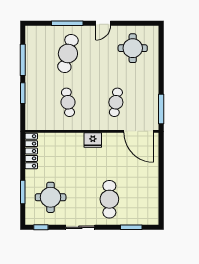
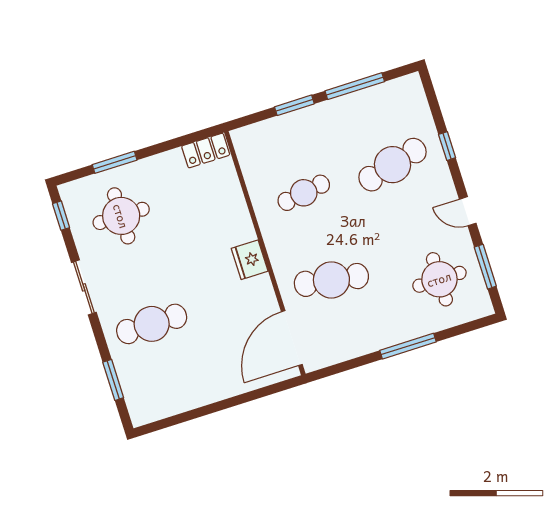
window: (67, 23) -> (447, 146), width x0.46
window: (134, 23) -> (485, 267), added
cafe table: (68, 53) -> (393, 165), turned -30
cafe table: (116, 102) -> (331, 280), width x1.37, depth x1.35
window: (161, 109) -> (408, 346), moved
locker: (31, 151) -> (206, 151), width x0.66

